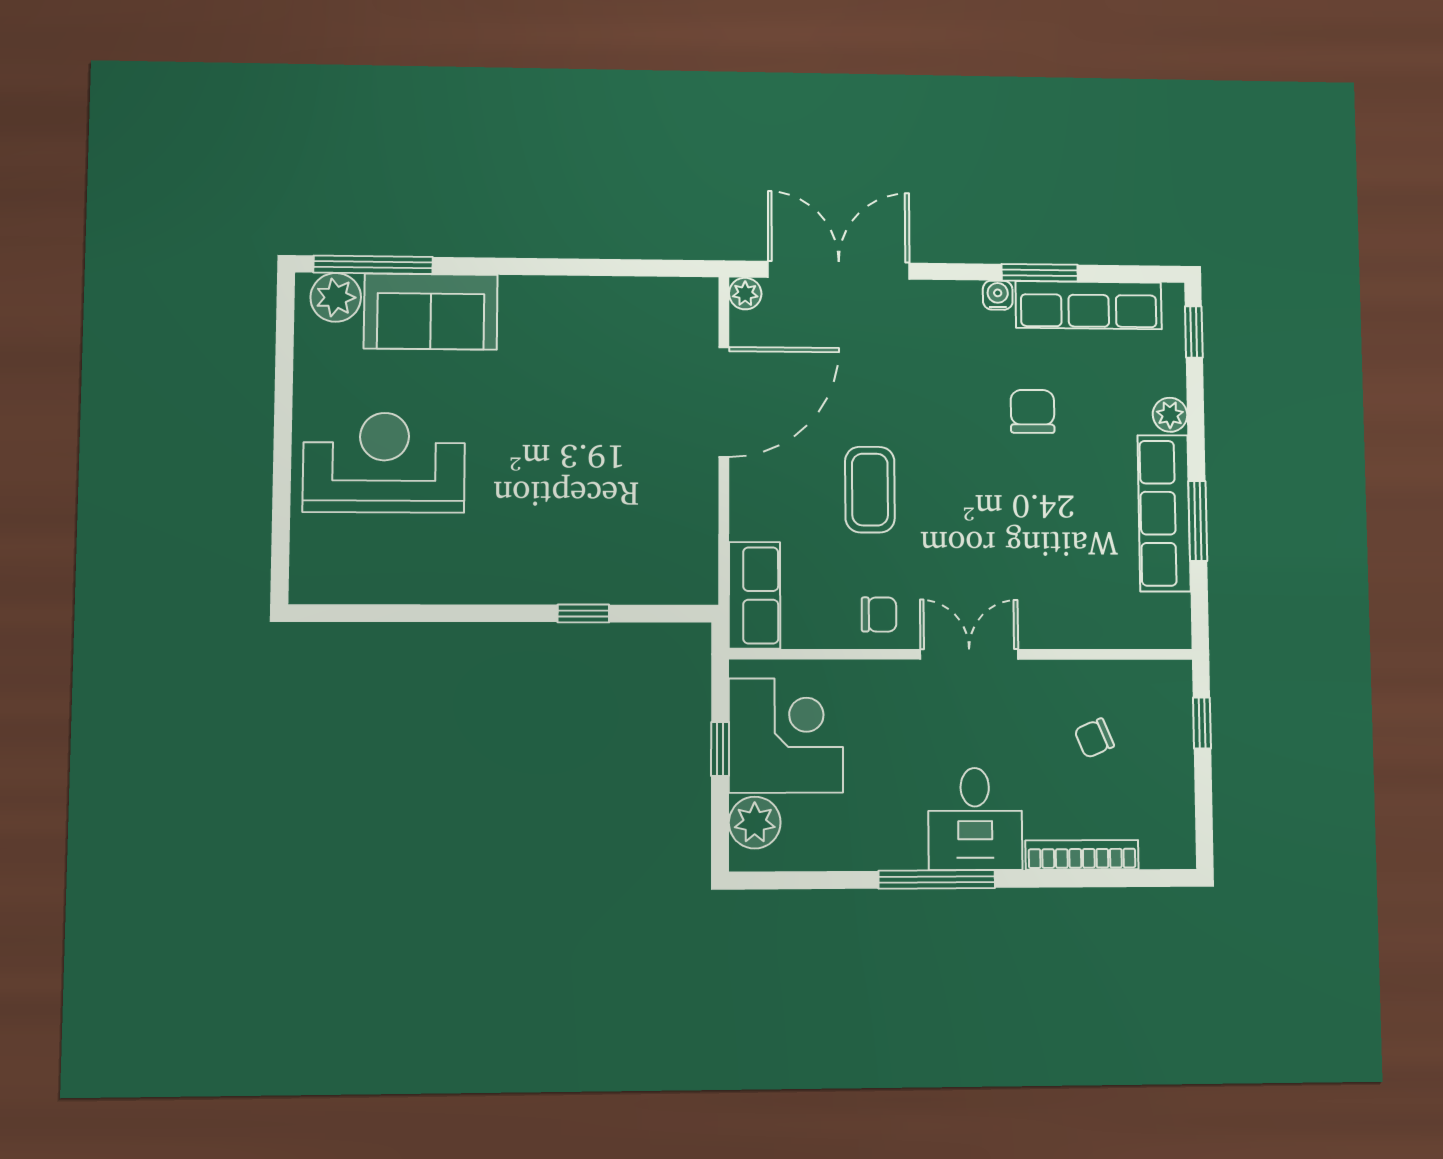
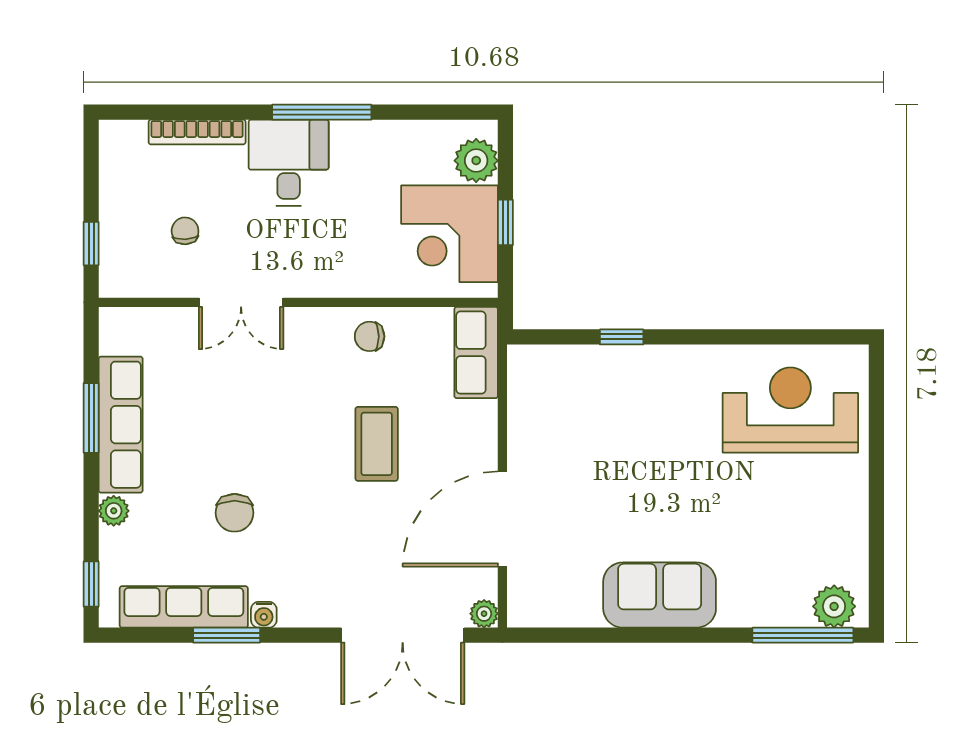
sofa: (431, 312) -> (660, 595), moved
reception desk: (384, 463) -> (790, 410), moved, turned 180
double door: (969, 654) -> (241, 302), moved
chair: (1094, 738) -> (185, 231), turned -70

